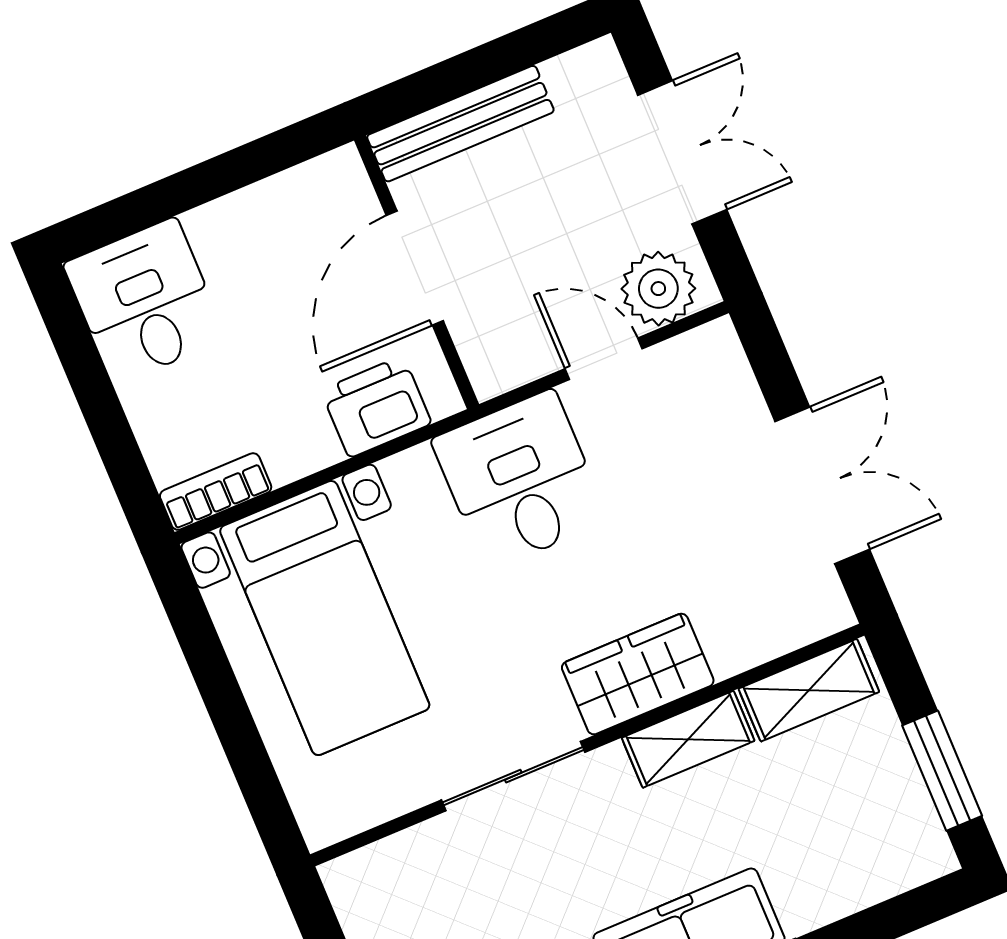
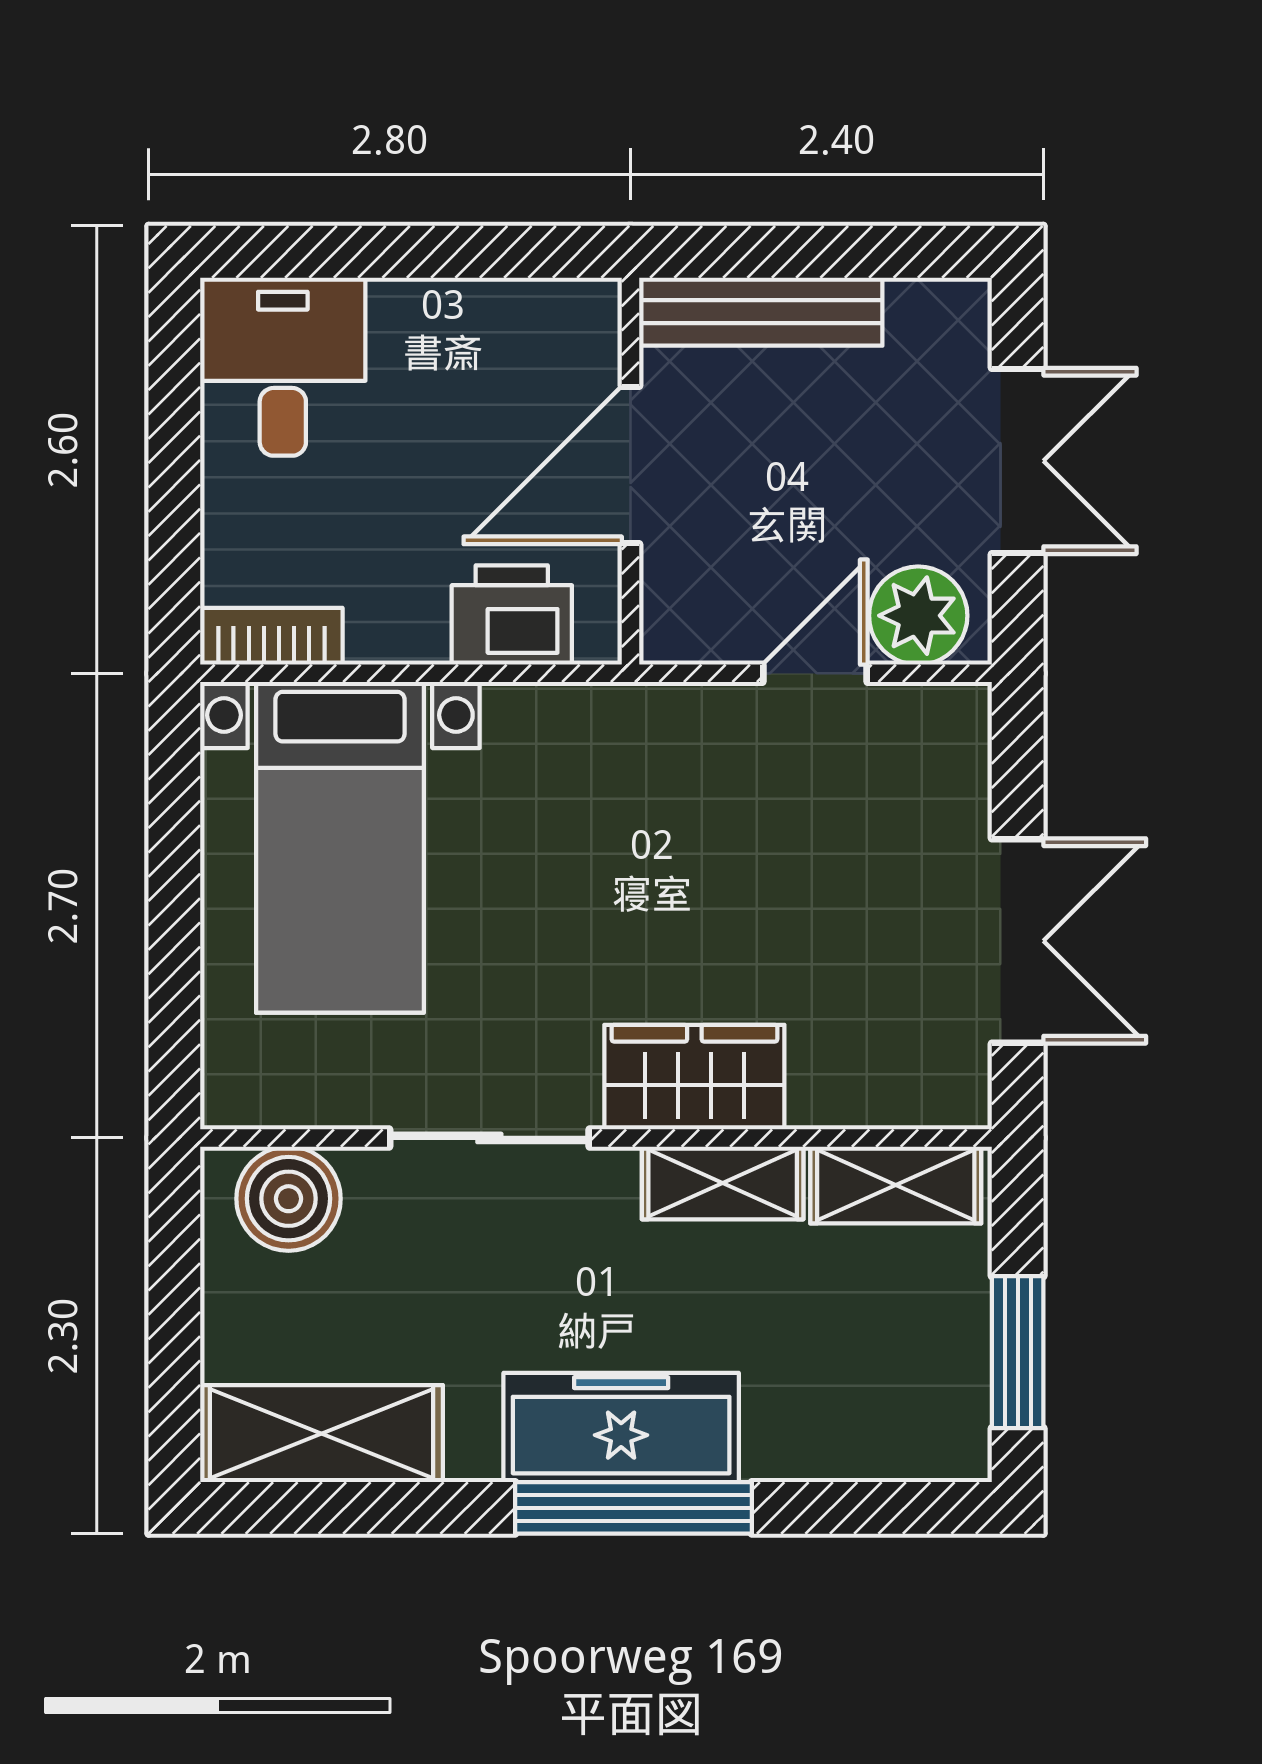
door: (604, 359) -> (815, 673), hinge flipped
desk: (520, 480) -> (650, 779), removed
boiler: (392, 877) -> (289, 1199), added

